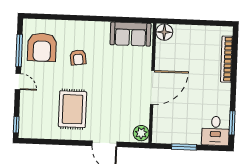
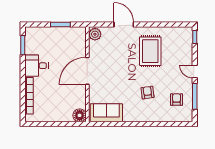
armchair: (42, 47) -> (177, 100), width x0.53, depth x0.53
desk: (216, 131) -> (36, 66), moved, turned -90

